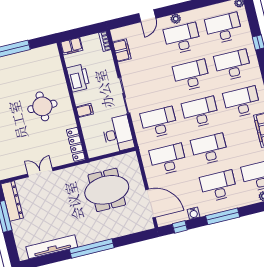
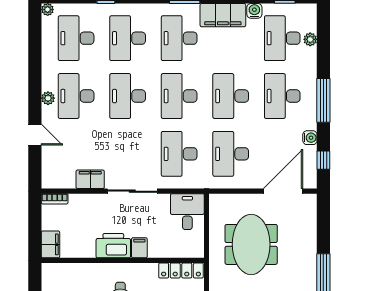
filing cabinet: (122, 50) -> (90, 179), moved
printer: (78, 78) -> (113, 246), moved
desk: (118, 134) -> (187, 212), width x0.73

